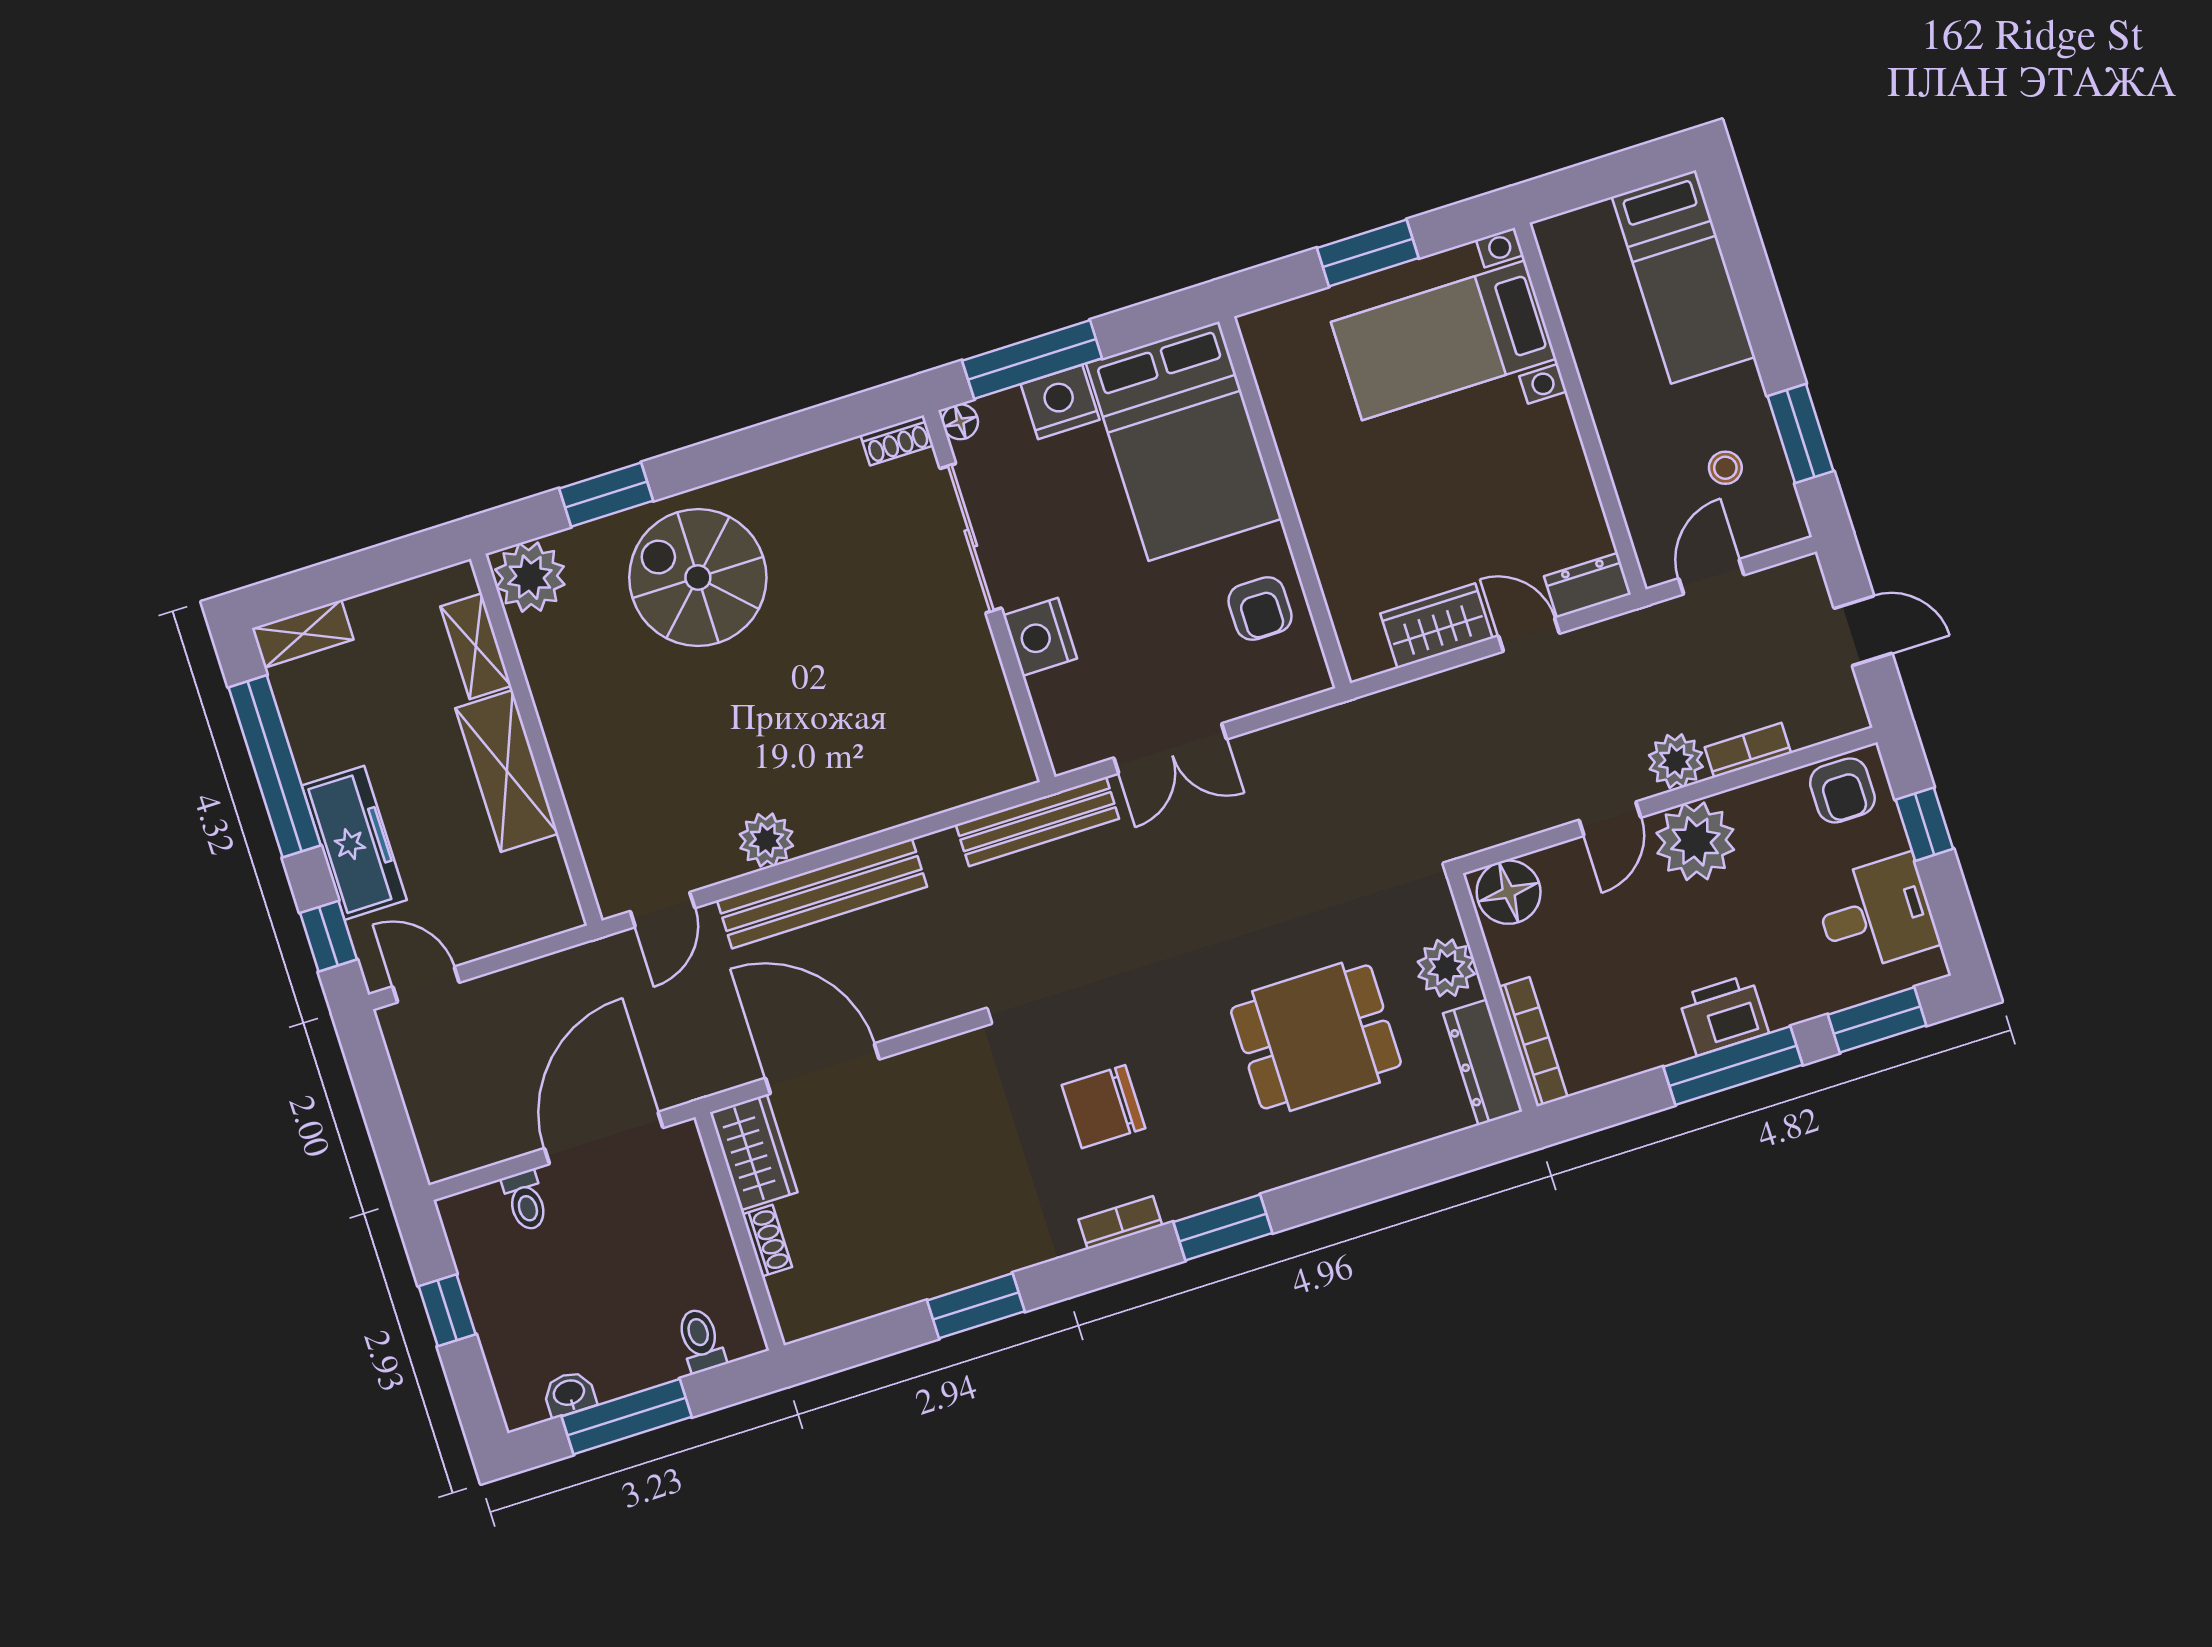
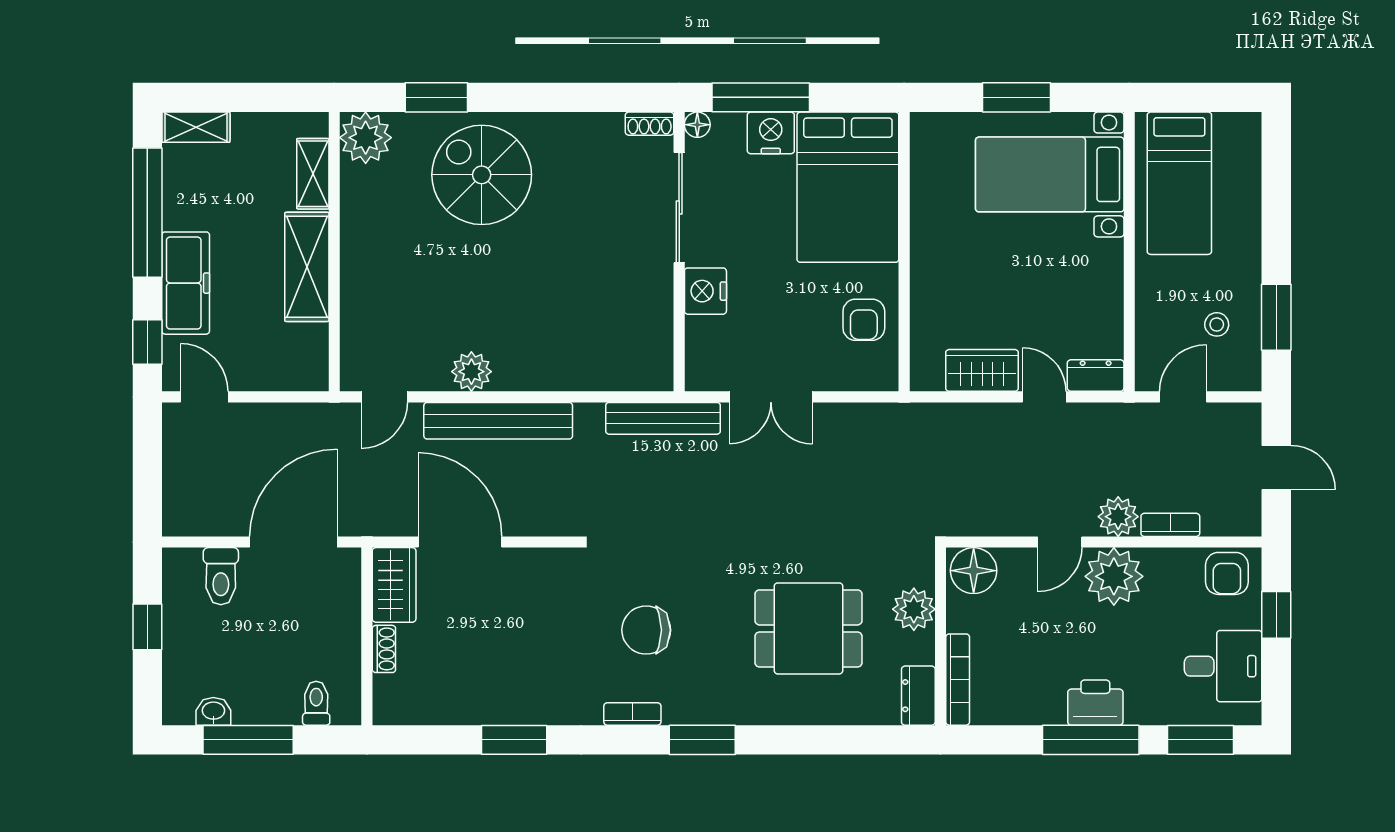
bed: (1683, 277) -> (1179, 183), moved
dresser: (1483, 1062) -> (918, 696), width x0.70
toilet: (525, 1201) -> (221, 576), width x1.37, depth x1.39

